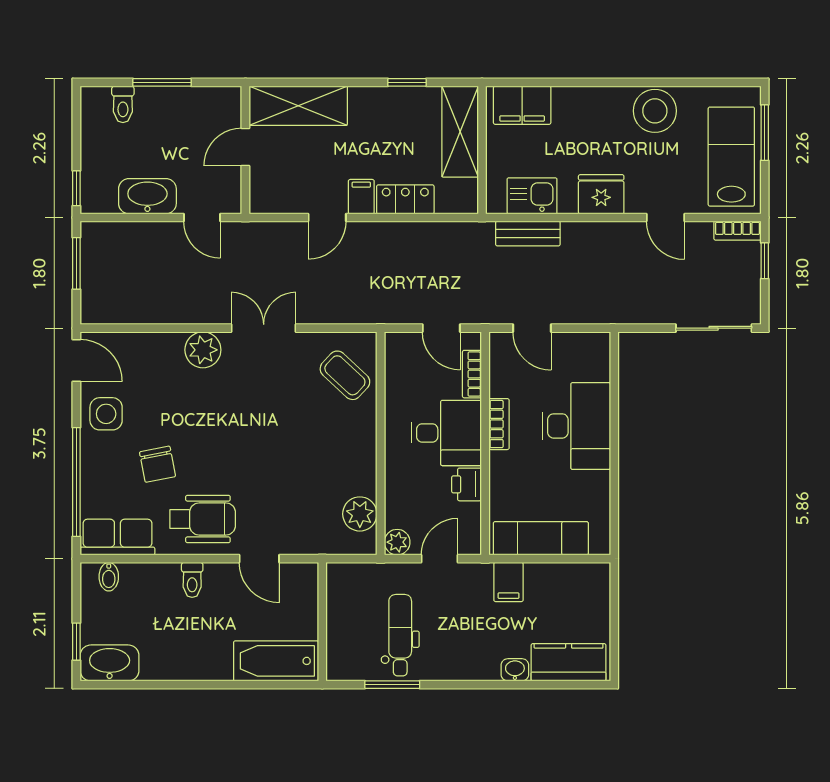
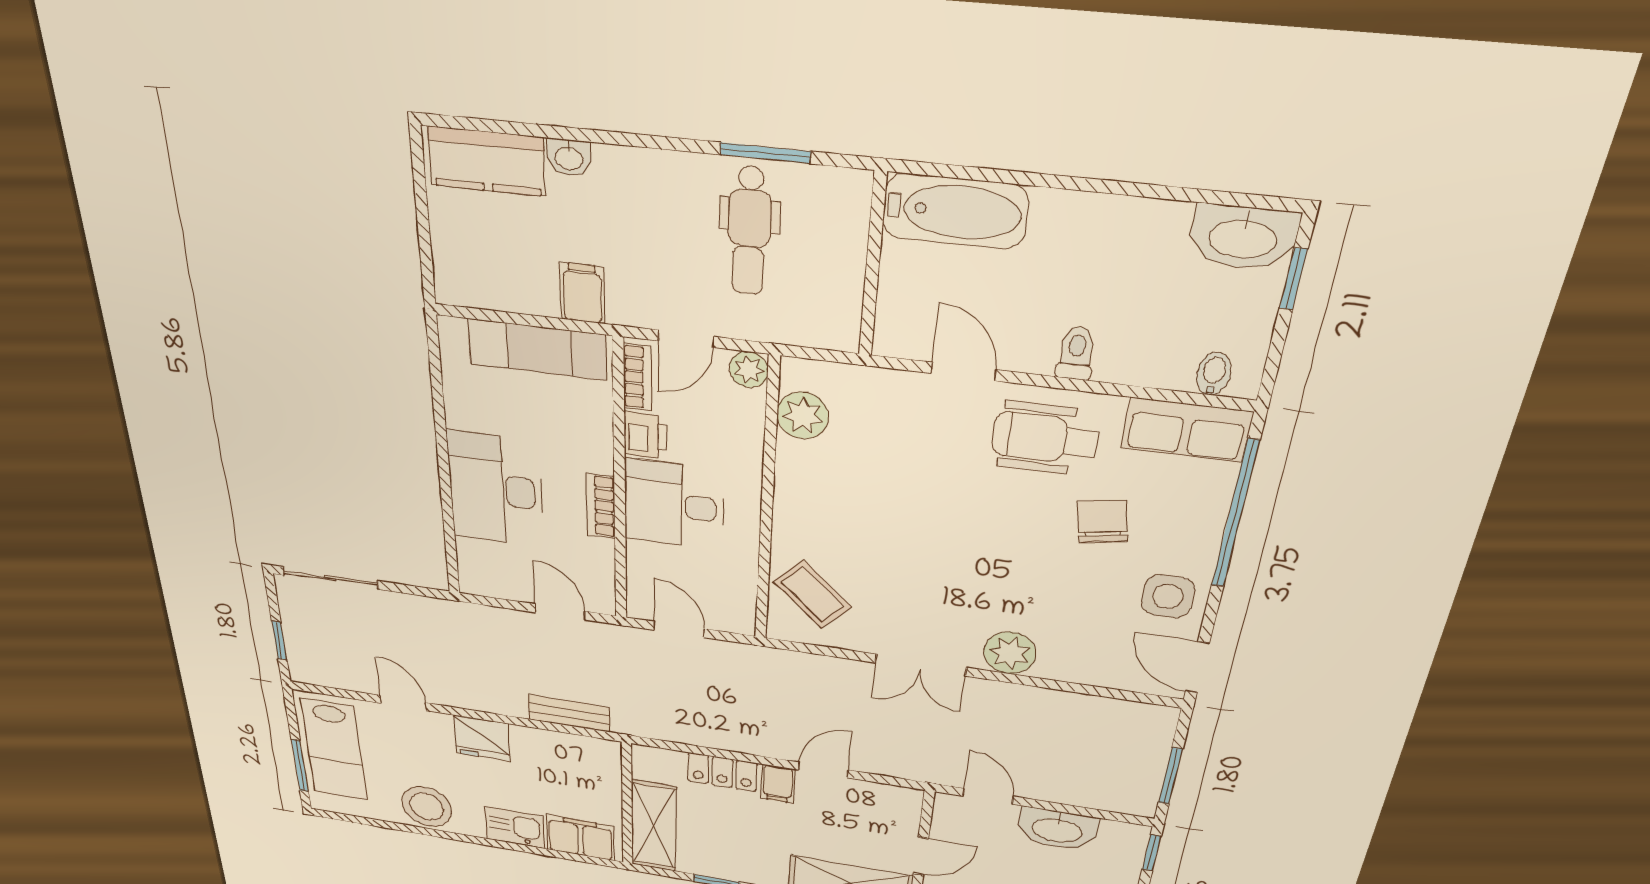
kitchen sink: (532, 196) -> (515, 828), moved, turned 180
bookcase: (737, 231) -> (316, 676), removed
bookcase: (472, 374) -> (637, 377), moved

